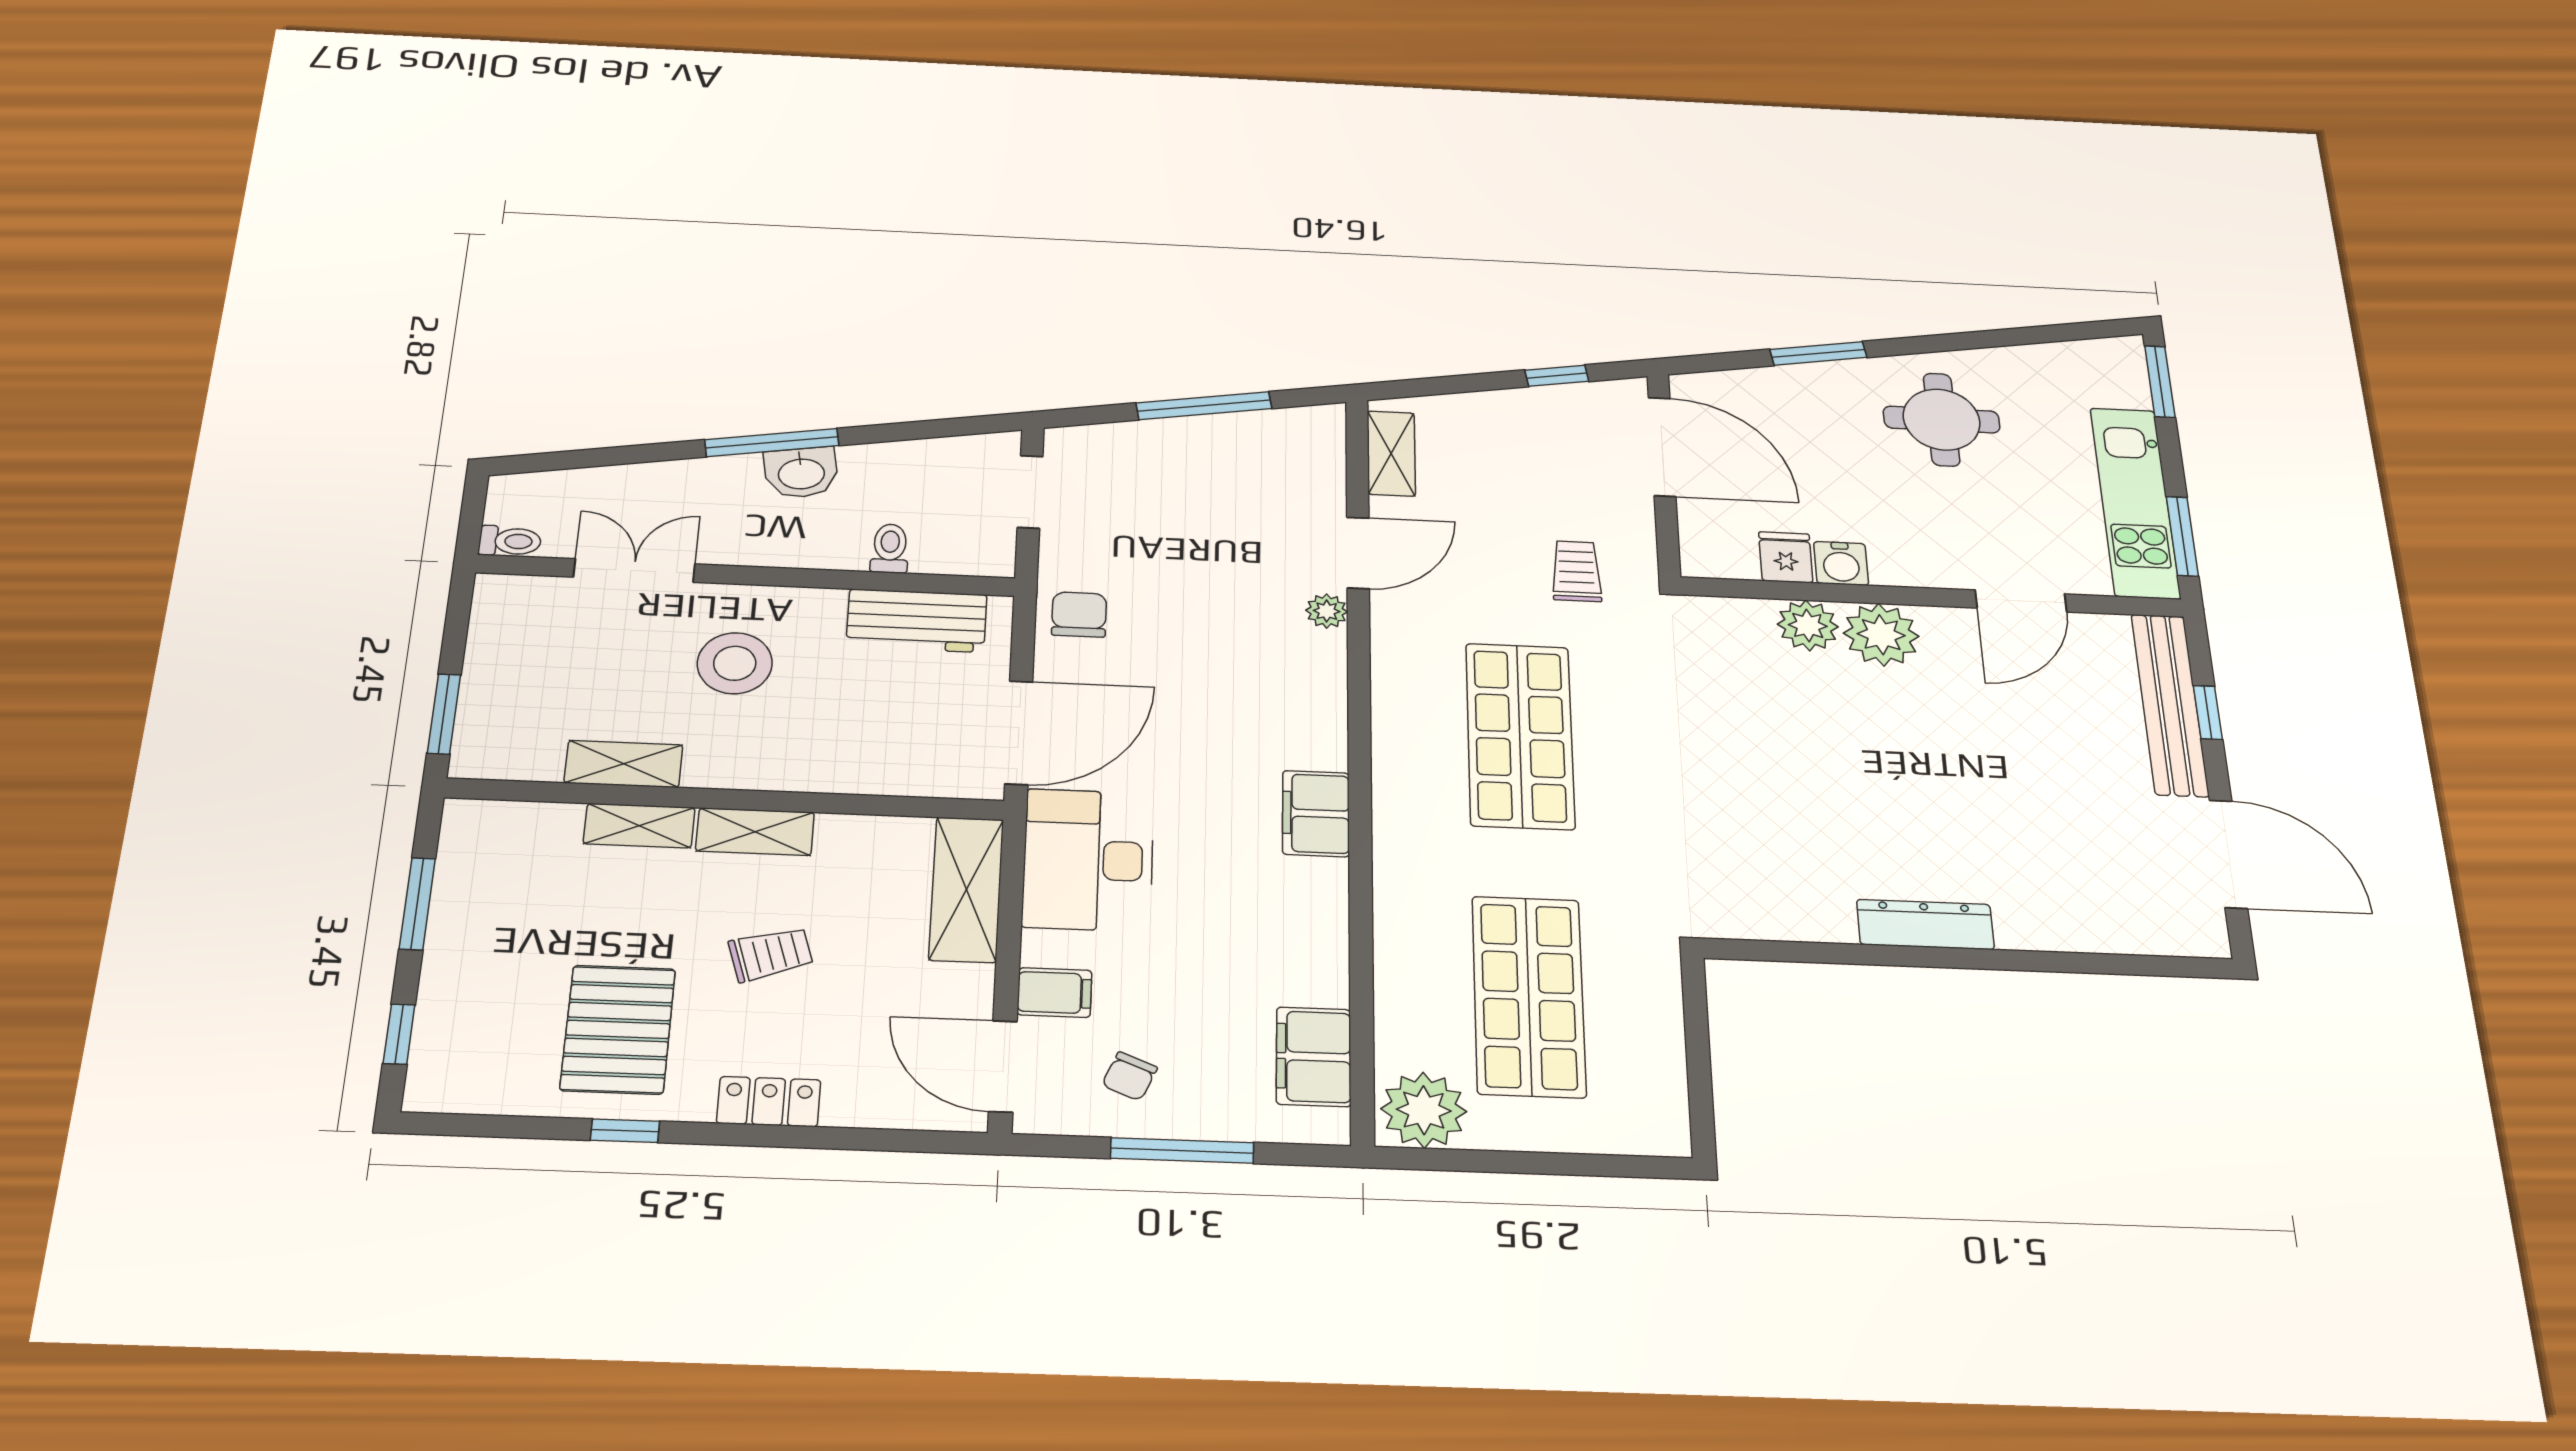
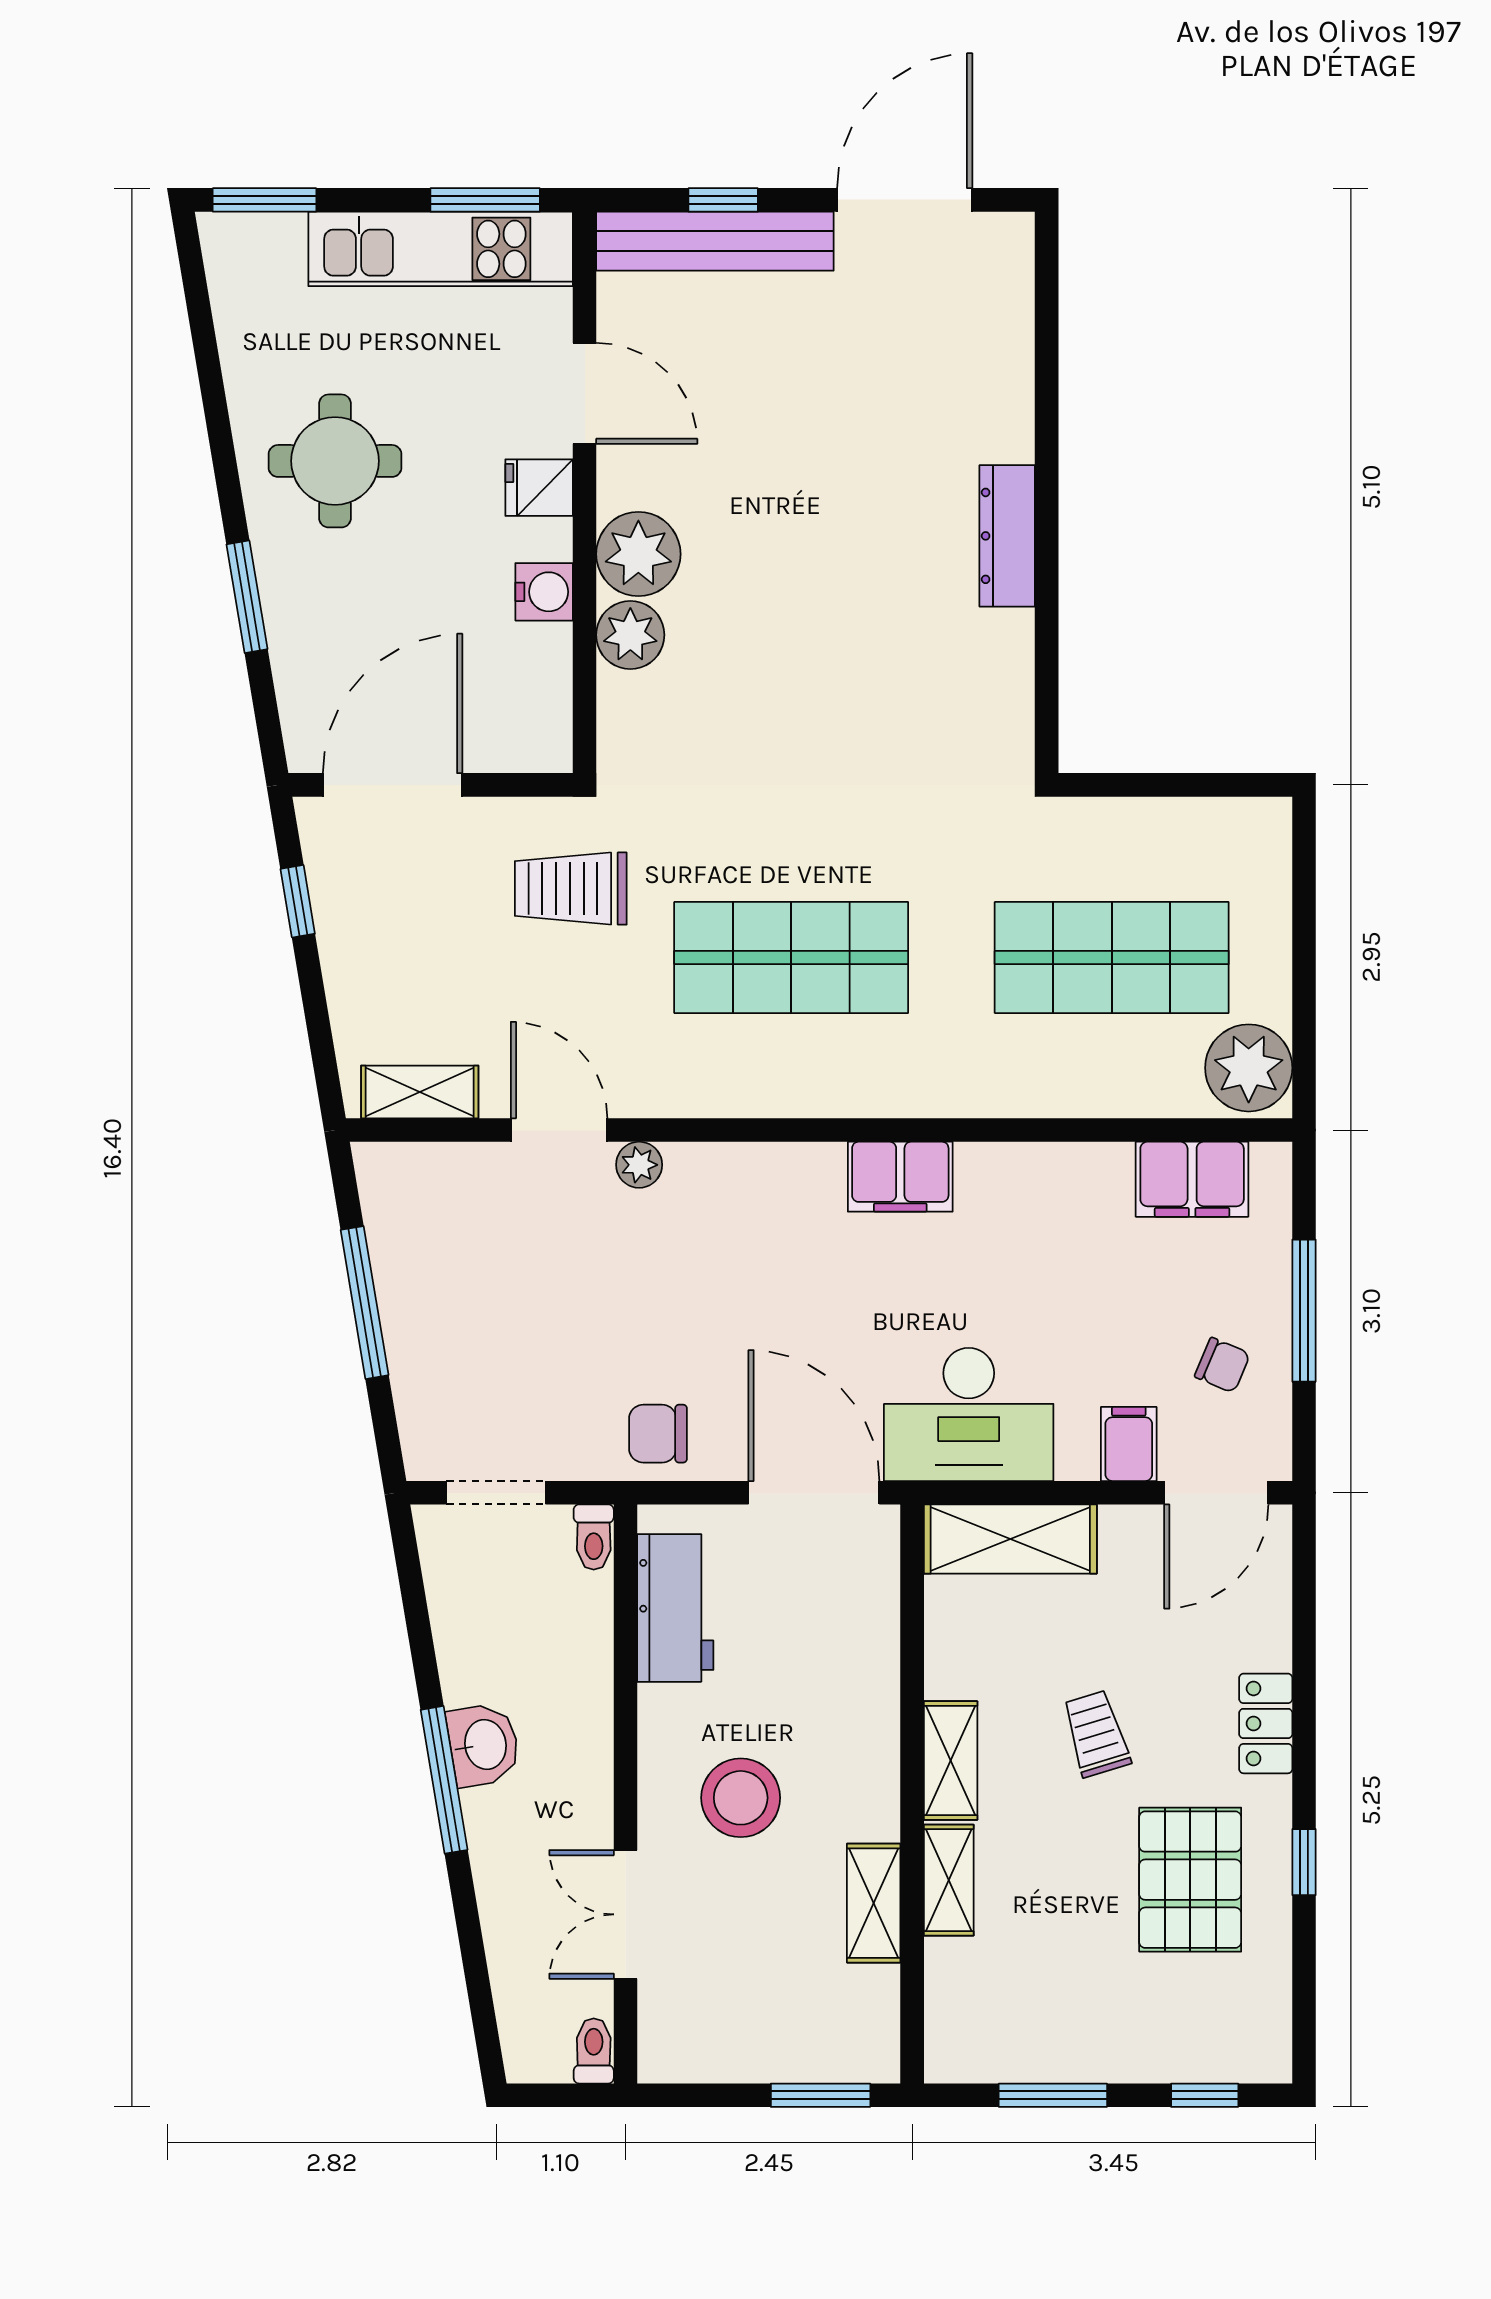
toilet: (890, 548) -> (594, 1537), moved, turned -90
fridge: (1786, 557) -> (539, 488), moved
trolley: (1576, 571) -> (571, 889), width x1.36, depth x1.39
pallet: (618, 1029) -> (1190, 1880), turned 90

